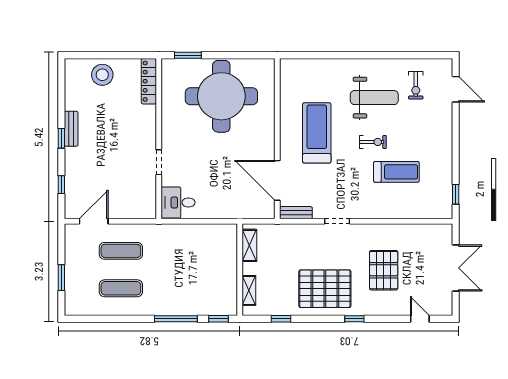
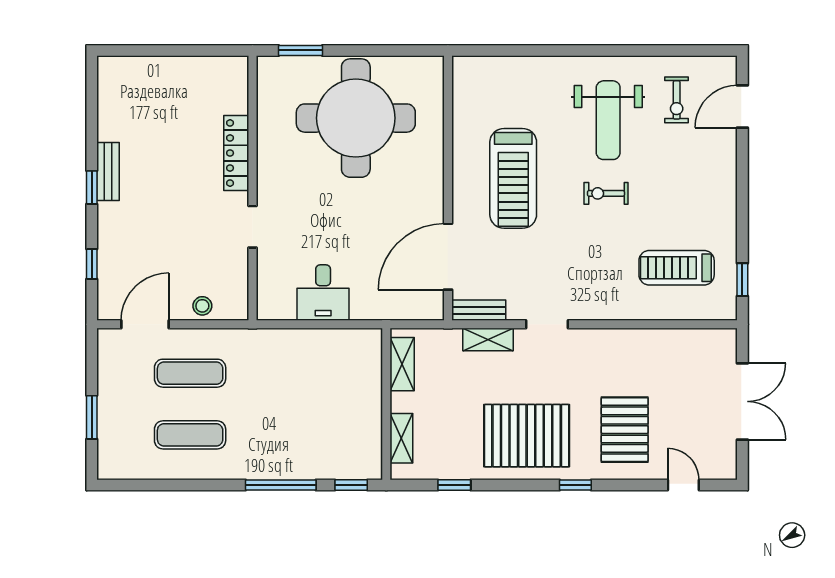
stool: (102, 75) -> (202, 306), moved, width x0.53, depth x0.53
locker: (149, 81) -> (236, 153), moved
door: (456, 89) -> (742, 106), swing flipped
weight bench: (374, 98) -> (608, 120), turned 90
treadmill: (317, 133) -> (513, 178), turned 180
exercise bike: (373, 142) -> (606, 193), turned 180
treadmill: (396, 172) -> (677, 268), moved, turned 180
door: (277, 180) -> (448, 257), hinge flipped
desk: (178, 202) -> (323, 293), moved, turned -90
shelving: (301, 230) -> (488, 339), added
pallet: (384, 270) -> (625, 430), moved

